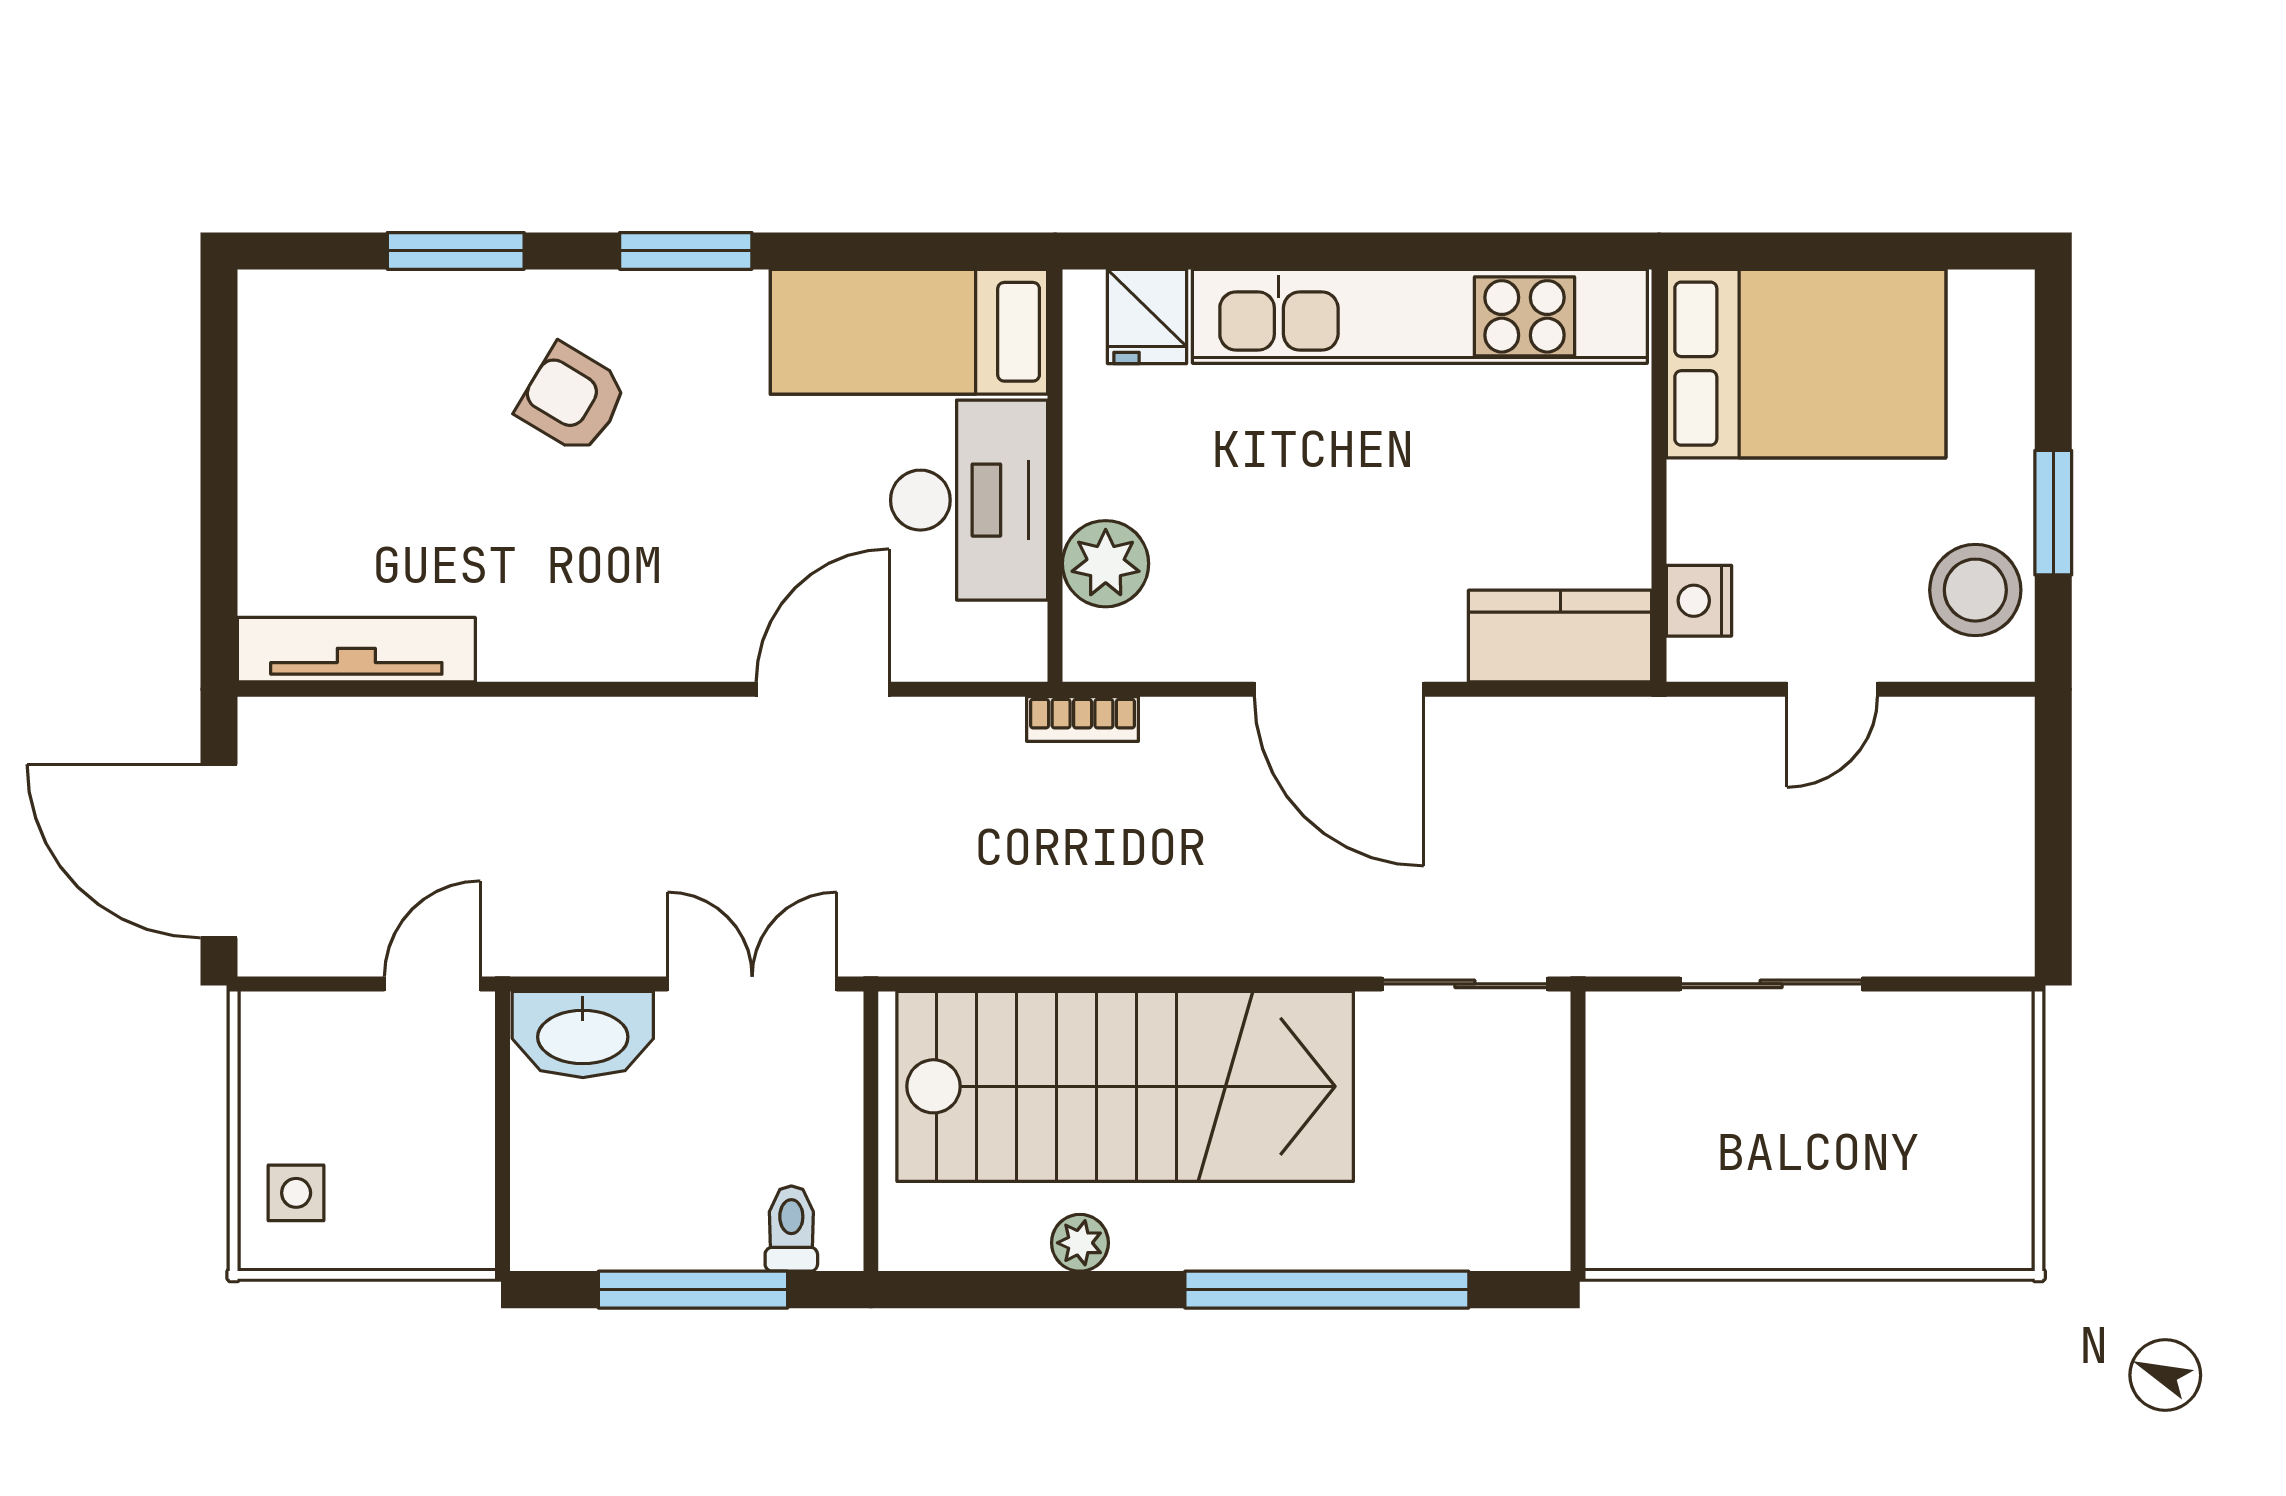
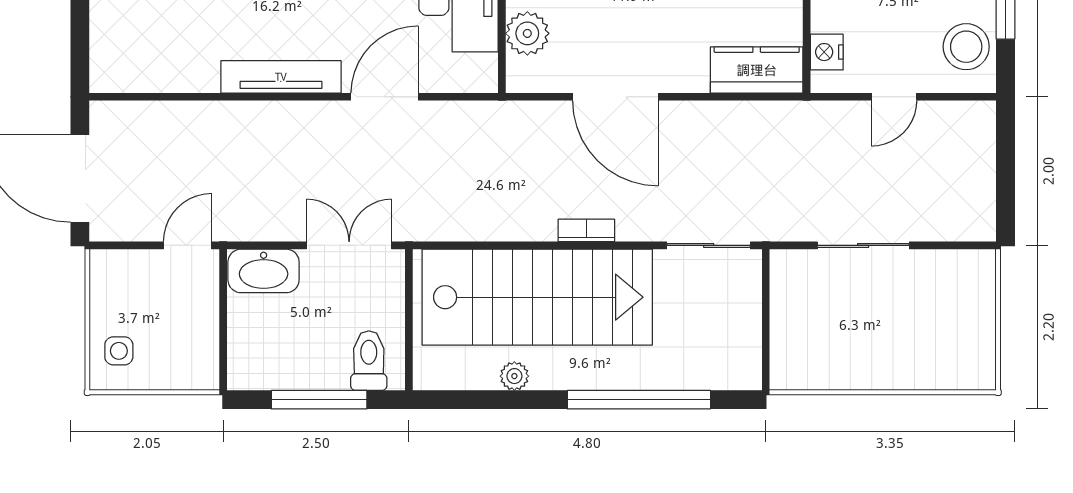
tv unit: (356, 650) -> (281, 77), moved
door: (1339, 689) -> (615, 97), moved
bookcase: (1083, 719) -> (586, 230), moved, turned 180
toilet: (791, 1229) -> (369, 361), width x1.37, depth x1.39

